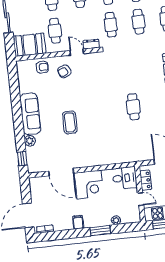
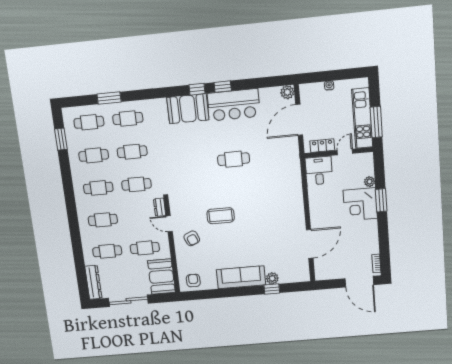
door: (77, 52) -> (169, 224), hinge flipped
armchair: (42, 67) -> (193, 281), moved
coffee table: (70, 122) -> (221, 216), moved
window: (22, 159) -> (272, 289), moved
corner desk: (89, 185) -> (360, 204), moved, turned 180
filing cabinet: (78, 222) -> (370, 226), removed

